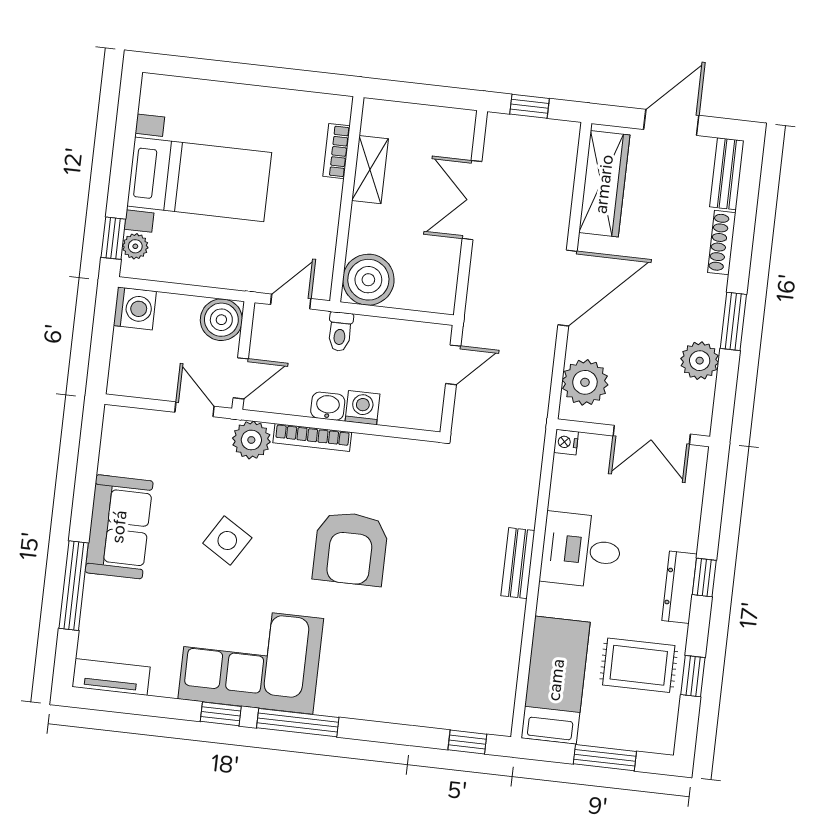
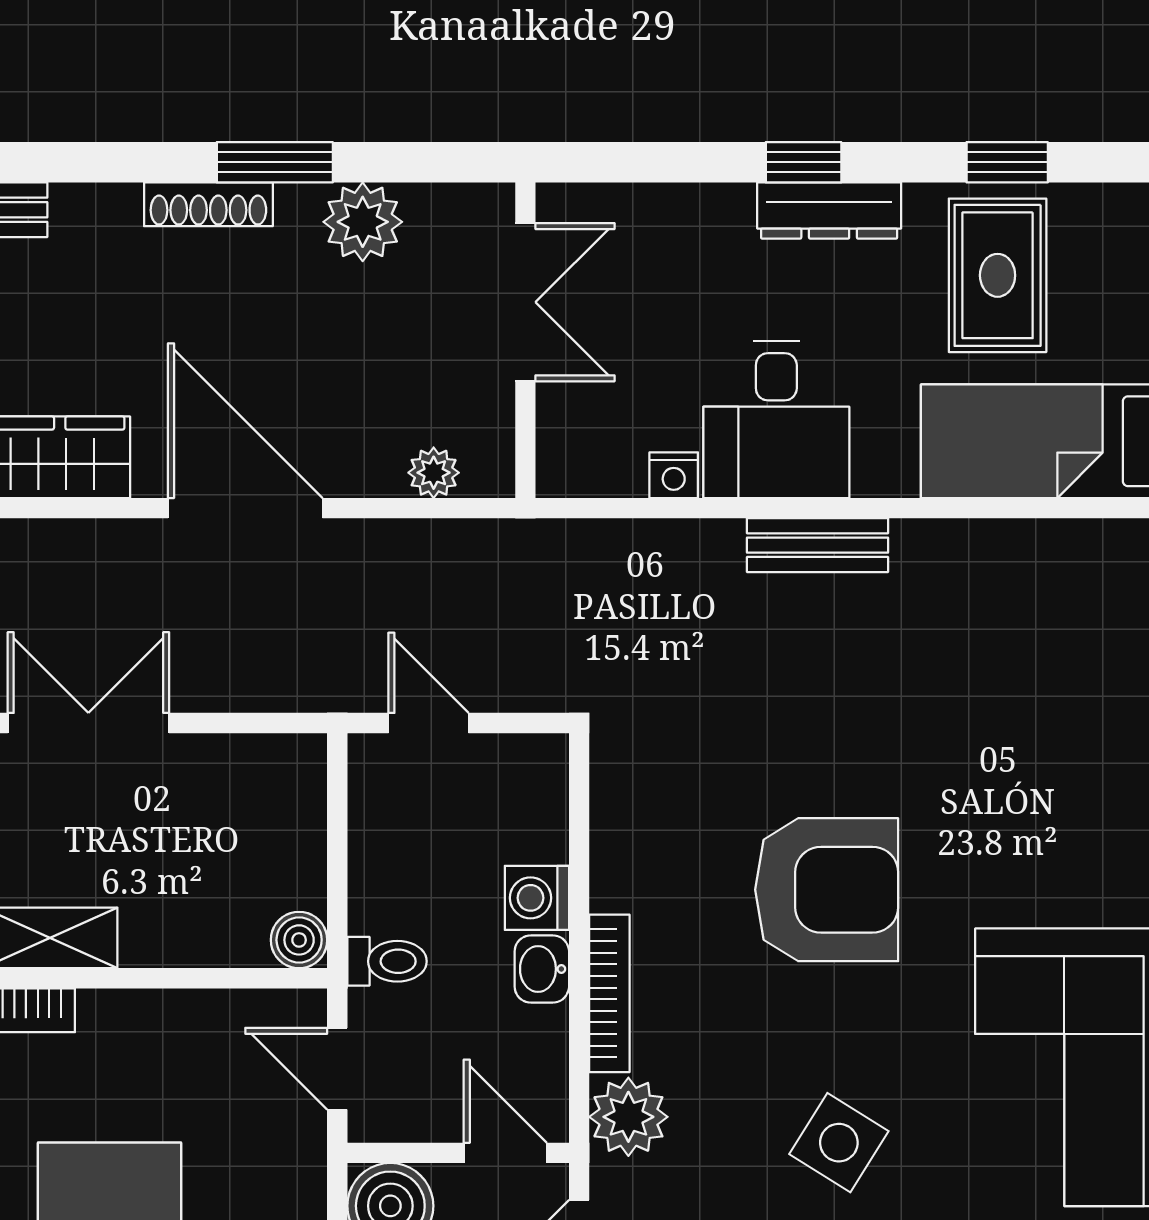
double door: (472, 200) -> (88, 723), swing flipped
shoe rack: (722, 243) -> (208, 204), moved
boiler: (368, 280) -> (299, 940), width x0.54, depth x0.54
plant: (585, 382) -> (434, 473), width x0.53, depth x0.53
nightstand: (566, 442) -> (674, 475), moved

